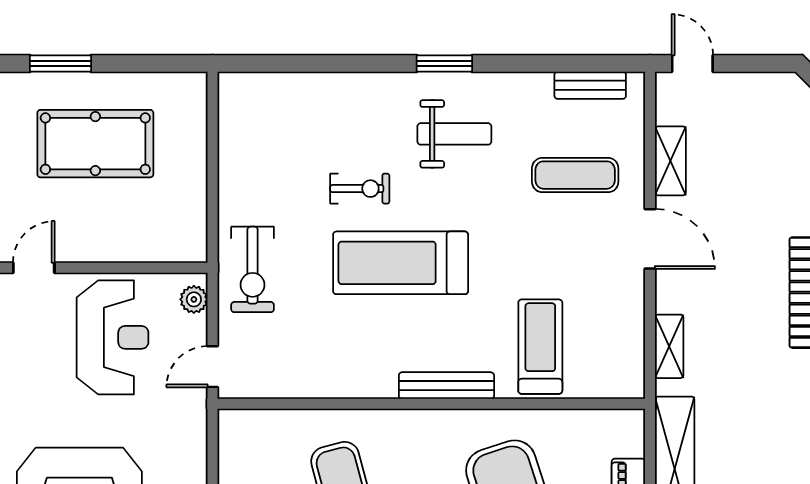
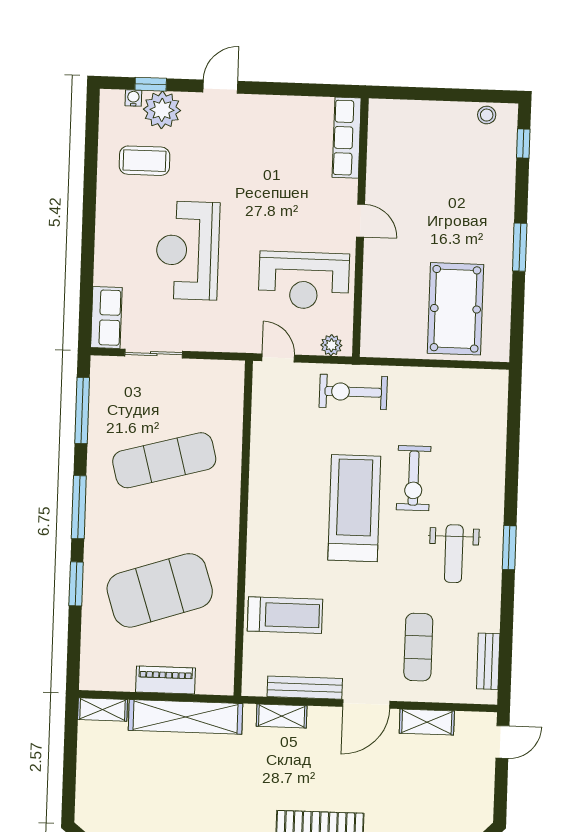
pool table: (95, 144) -> (455, 309), moved
exercise bike: (360, 189) -> (414, 478), width x1.38, depth x1.39
bench: (446, 386) -> (305, 688), moved, turned 90

